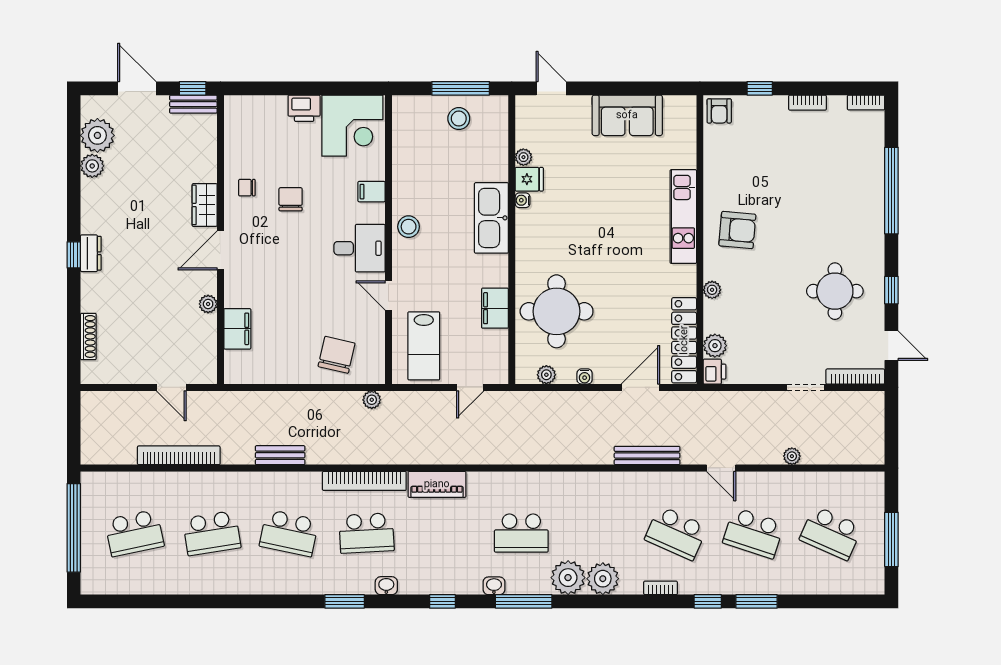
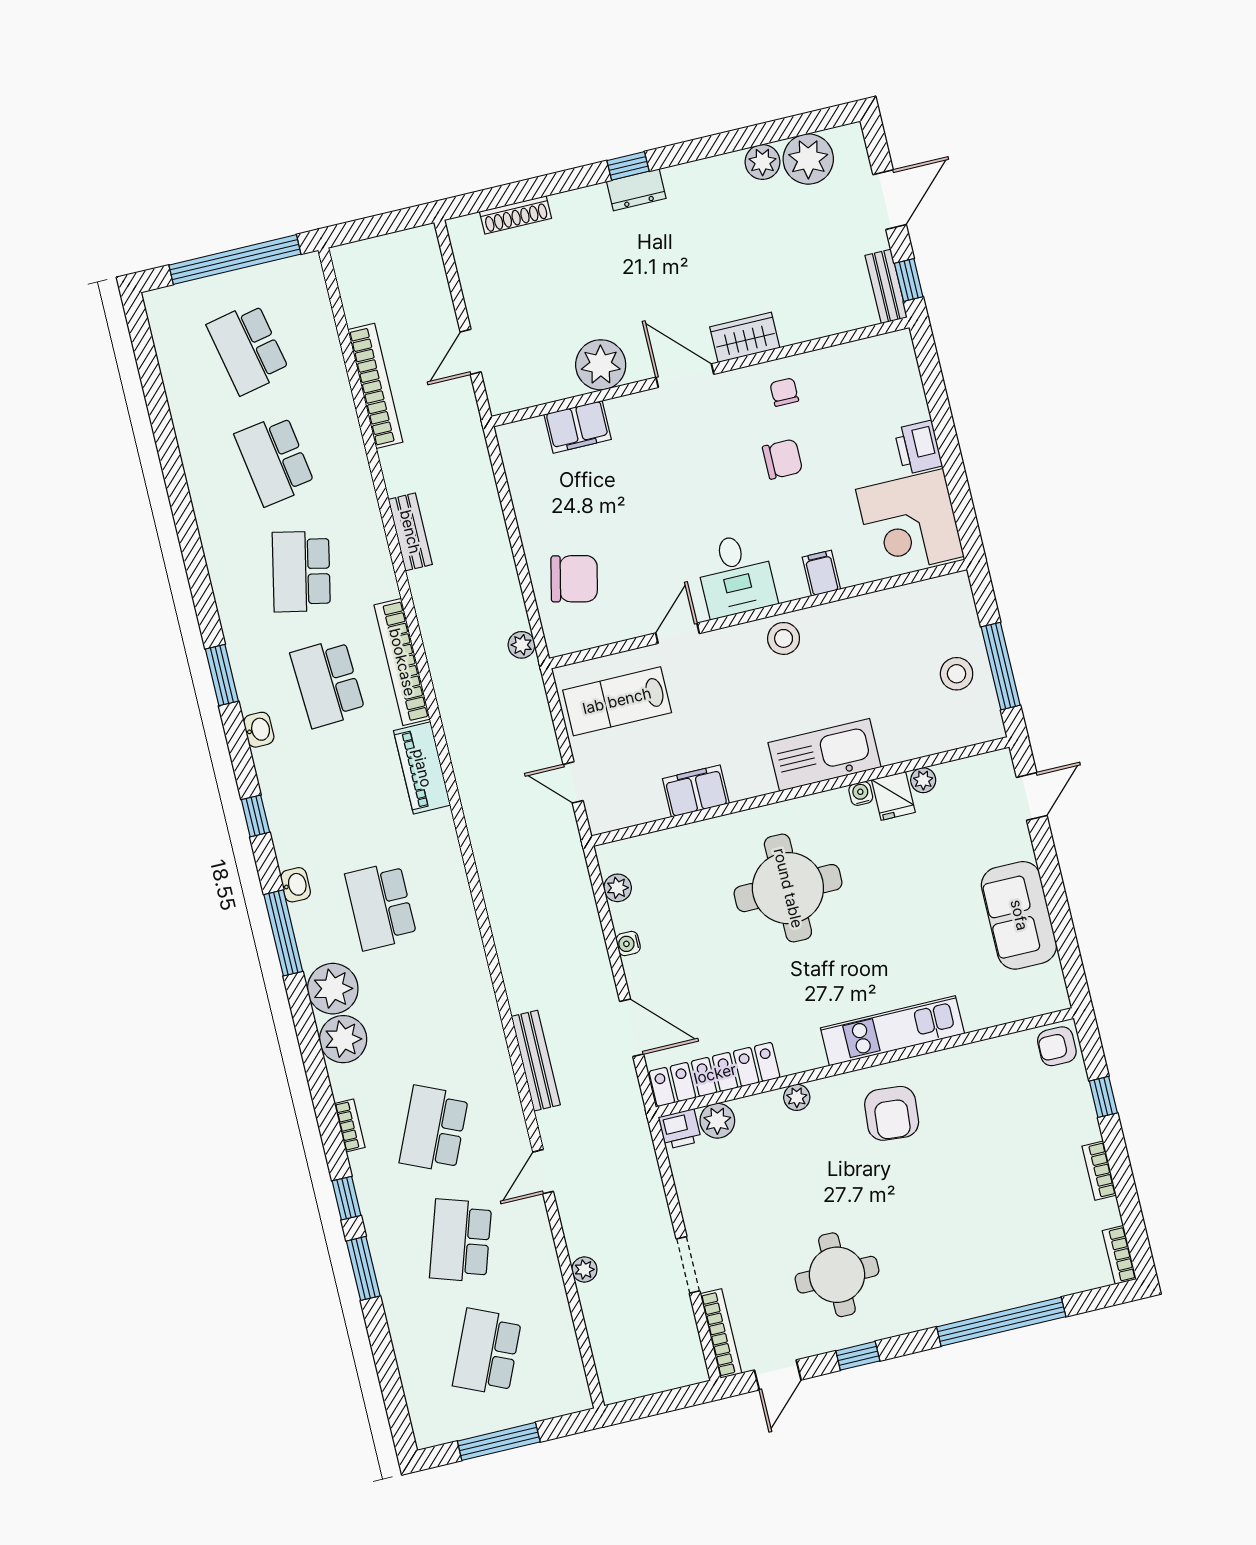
plant: (208, 304) -> (601, 365), width x1.87, depth x1.87
round table: (557, 311) -> (788, 888), moved

